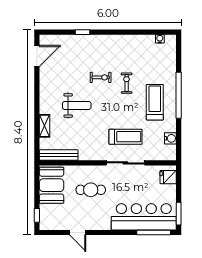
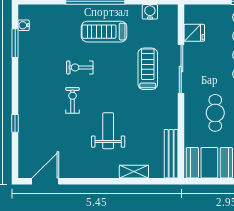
window: (146, 32) -> (15, 43), added
door: (37, 56) -> (45, 181), hinge flipped
fridge: (168, 177) -> (194, 33), moved, turned -90

